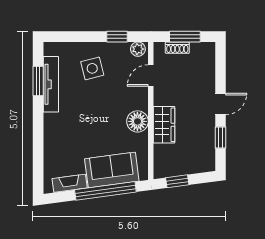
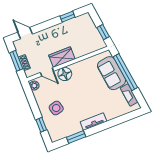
window: (117, 37) -> (41, 125), moved
tv unit: (51, 84) -> (93, 122), moved, width x0.71
door: (220, 104) -> (25, 33), moved
floor lamp: (137, 121) -> (65, 74), moved
wardrobe: (164, 125) -> (62, 57), moved

